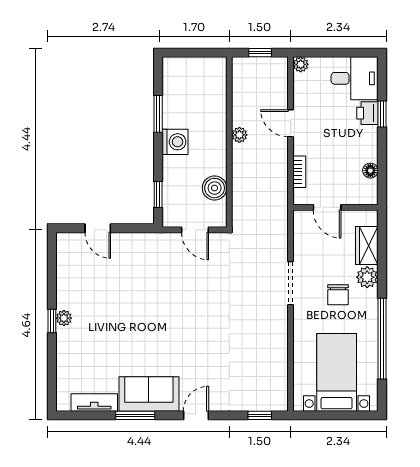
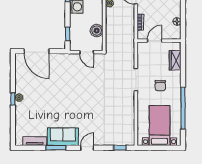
door: (327, 207) -> (155, 41), swing flipped
door: (98, 228) -> (37, 51), width x1.88
plant: (367, 277) -> (175, 77), removed

